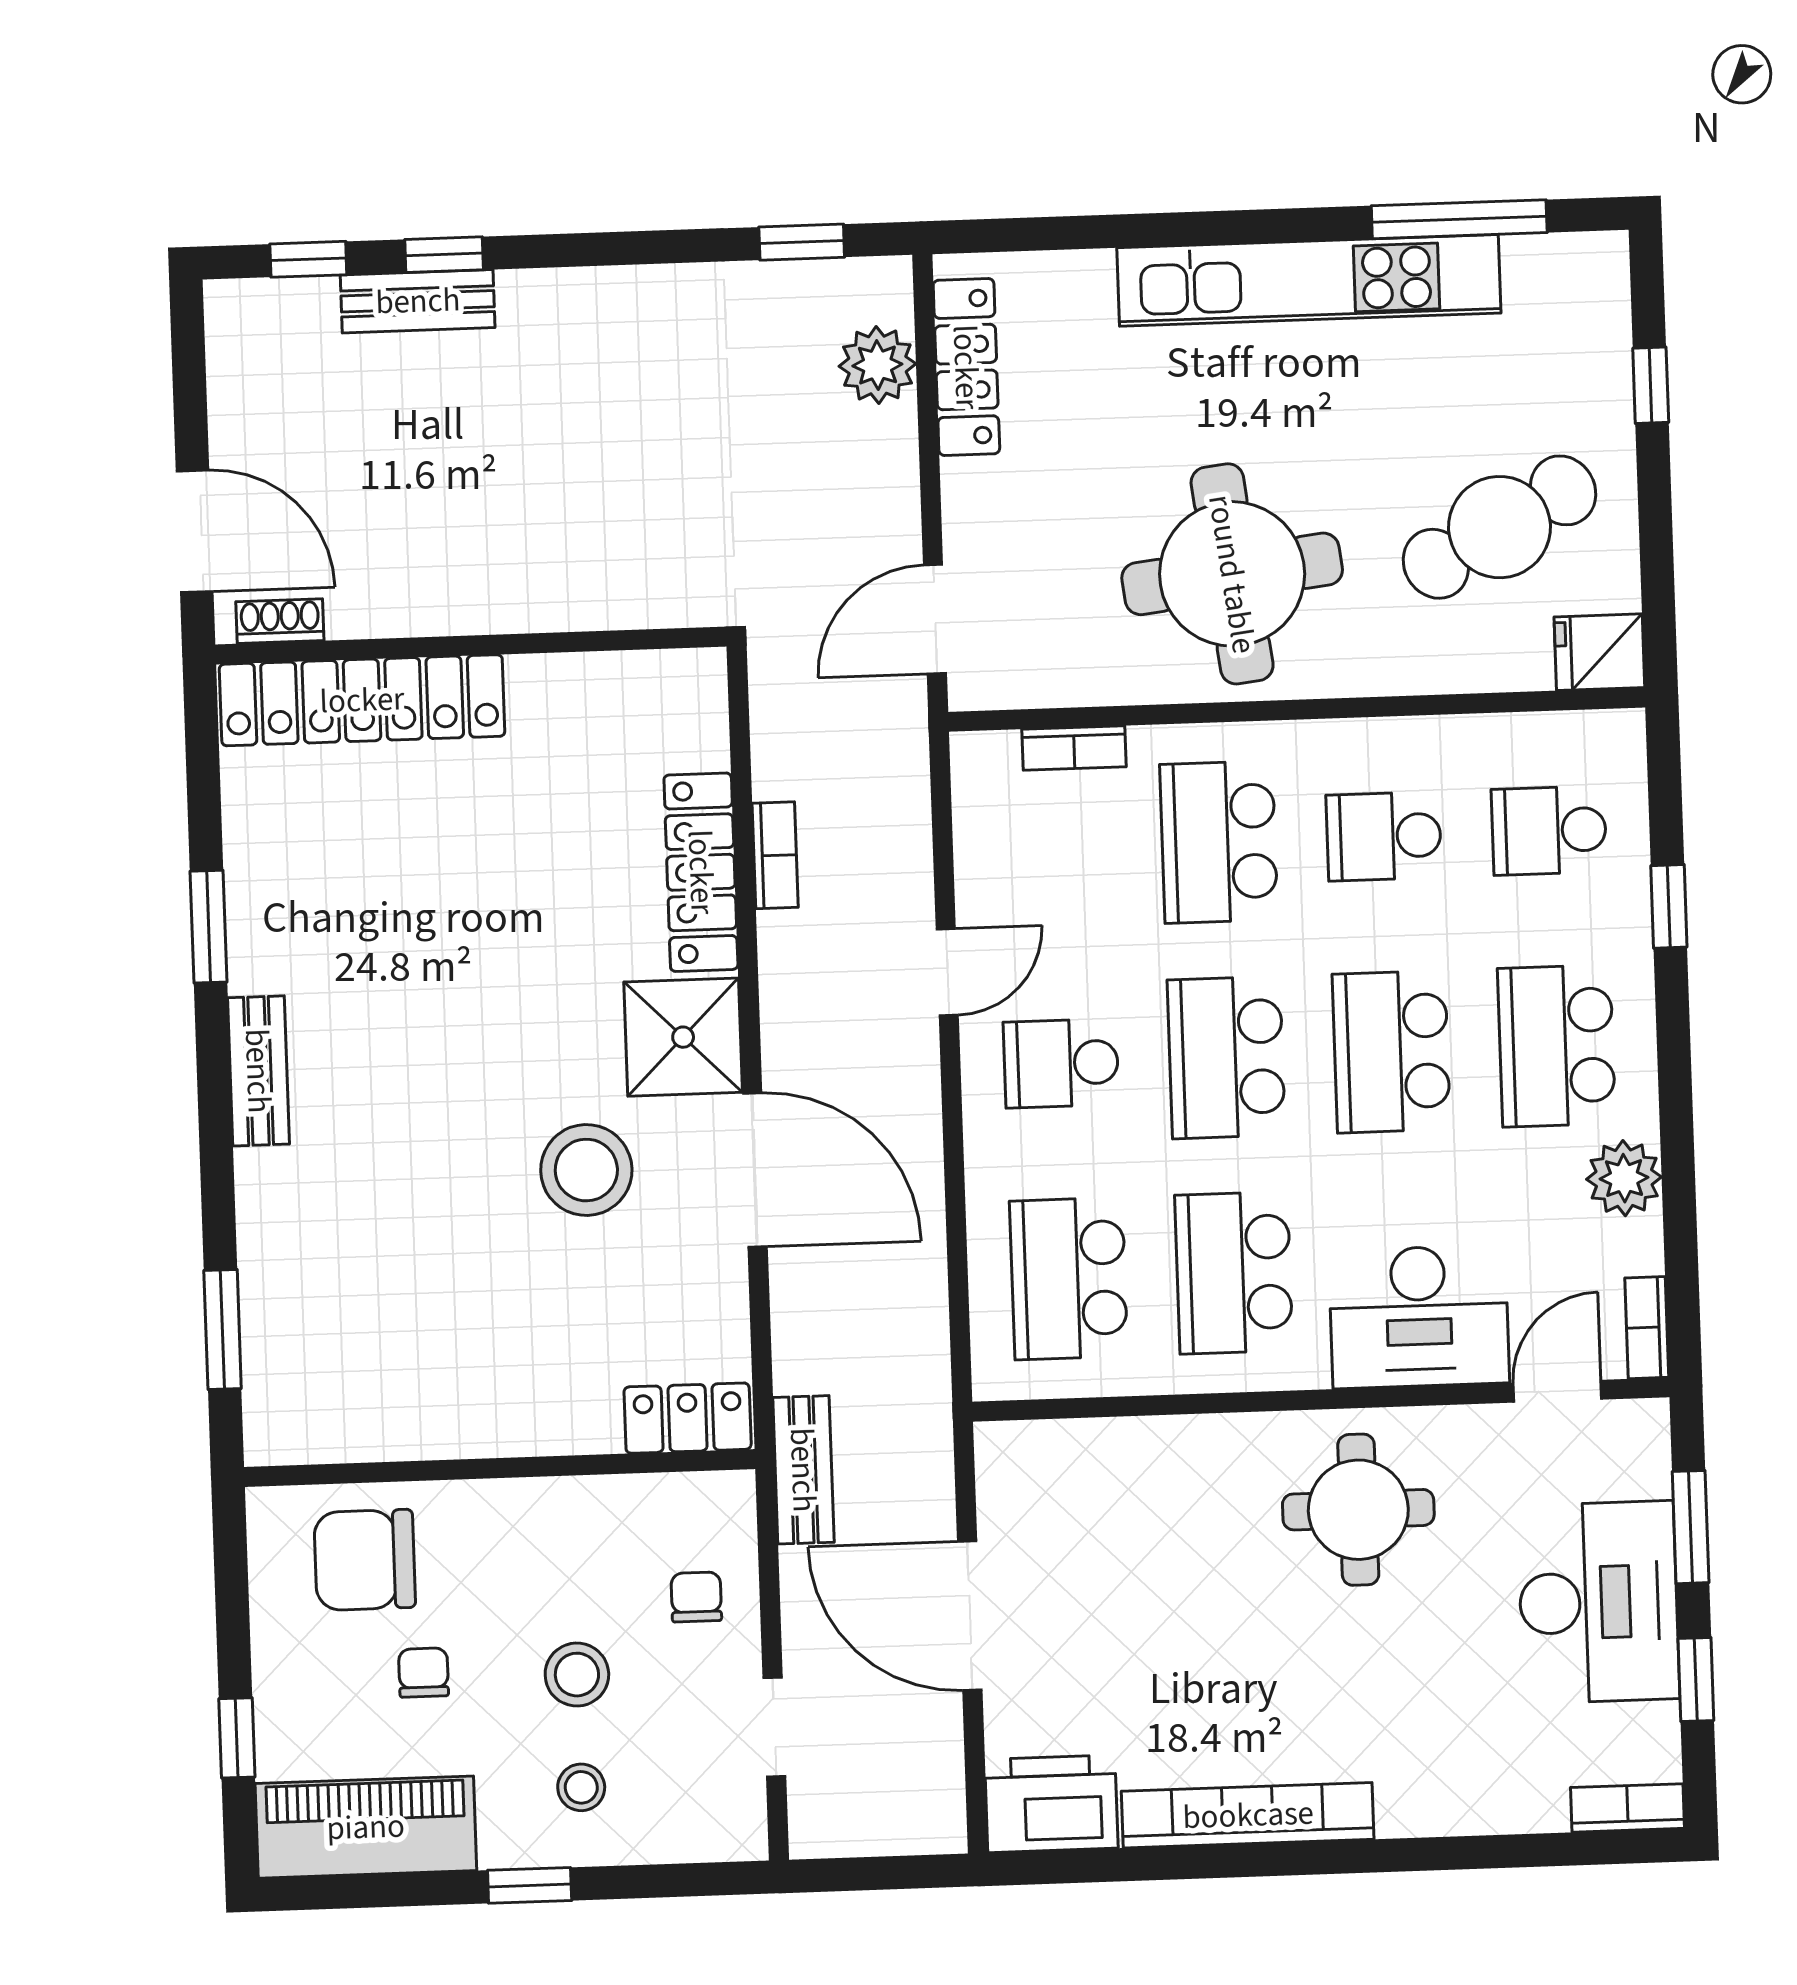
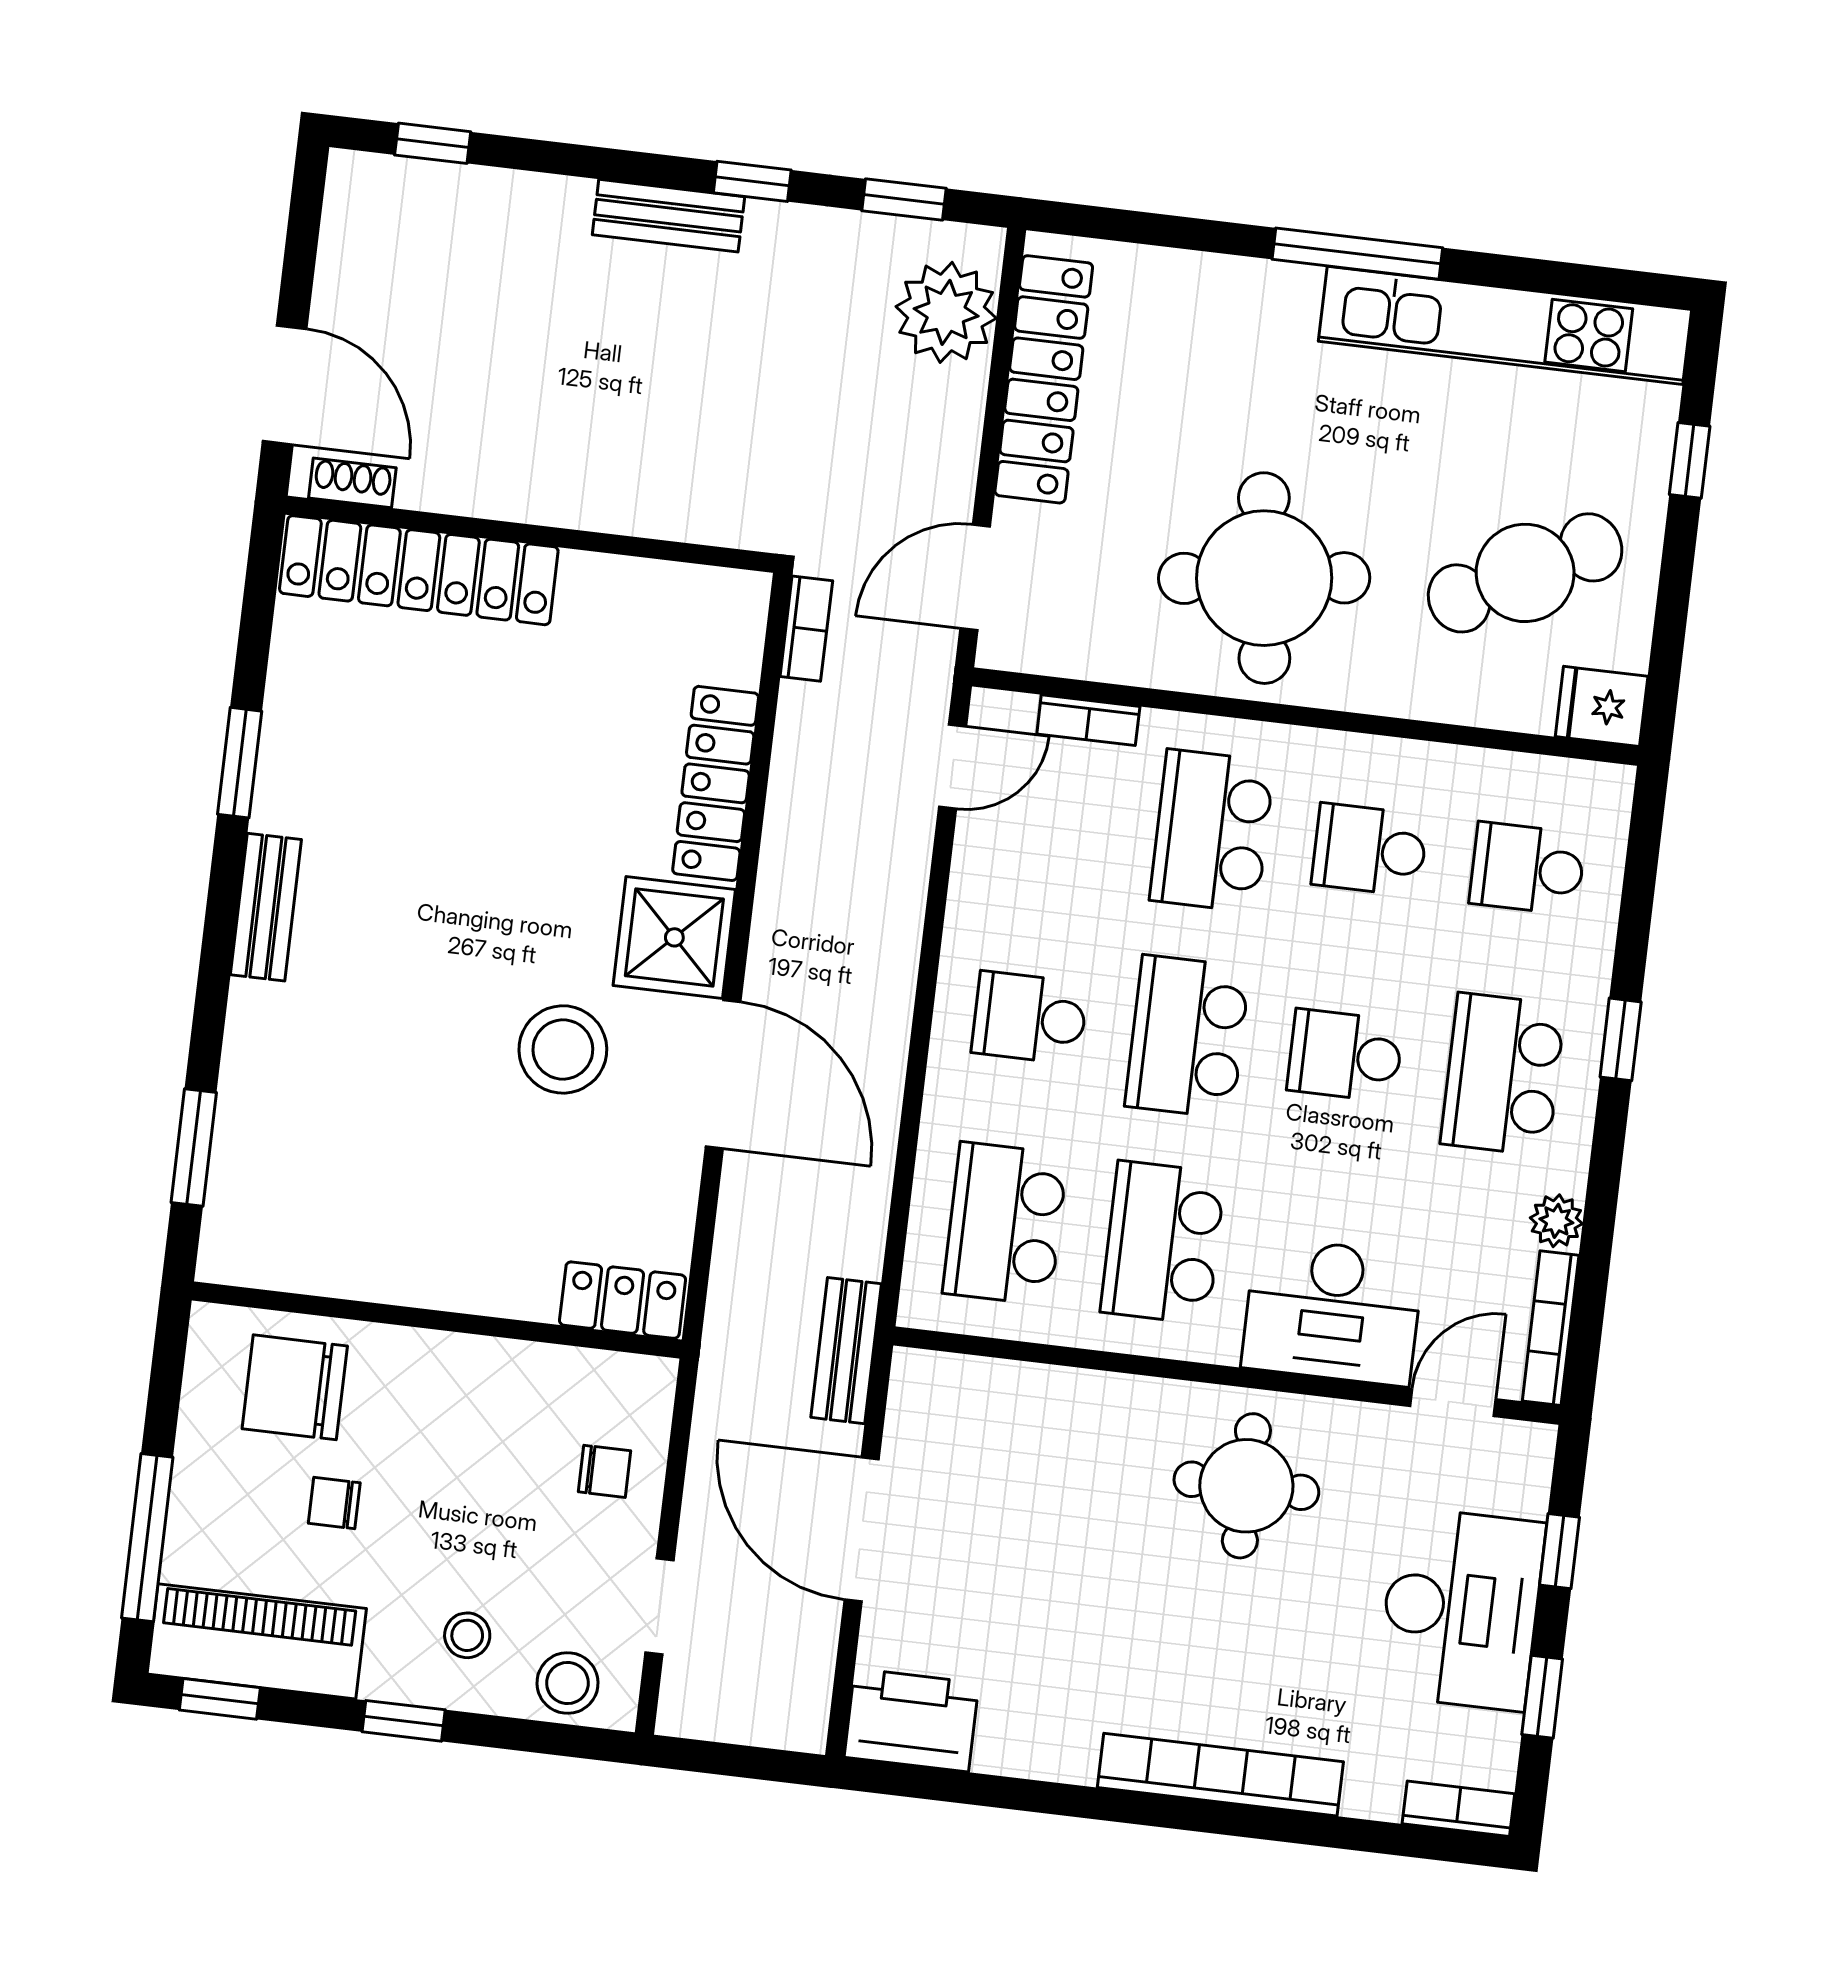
window: (1459, 219) -> (1357, 254), moved
window: (444, 255) -> (752, 181), moved
kitchen unit: (1309, 280) -> (1505, 325), moved
bench: (418, 301) -> (668, 216), moved
plant: (877, 365) -> (946, 312), width x1.36, depth x1.36
locker: (966, 367) -> (1044, 379), width x1.41, depth x1.21
bookcase: (775, 855) -> (806, 629), moved
window: (1669, 906) -> (1621, 1039), moved
door: (947, 972) -> (953, 766), moved
school desk: (1391, 1052) -> (1345, 1055), width x0.54
plant: (1624, 1178) -> (1556, 1221), width x0.73, depth x0.73
bookcase: (1647, 1328) -> (1551, 1328), width x1.56
bench: (803, 1470) -> (846, 1351), moved
window: (1691, 1527) -> (1560, 1551), width x0.67
chair: (696, 1597) -> (605, 1471), turned 90
chair: (423, 1673) -> (334, 1503), turned -90
stool: (577, 1675) -> (567, 1683), moved
window: (237, 1738) -> (147, 1538), width x2.17
bookcase: (1248, 1815) -> (1220, 1775), moved
window: (337, 1892) -> (220, 1699), added

